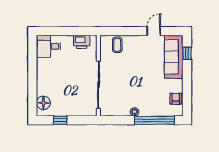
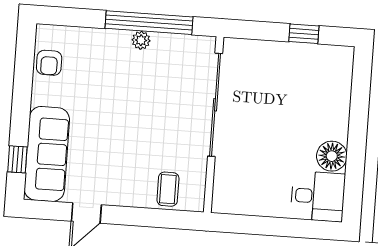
printer: (82, 42) -> (245, 201), removed
floor lamp: (43, 103) -> (332, 156), moved
window: (154, 120) -> (149, 23), moved

